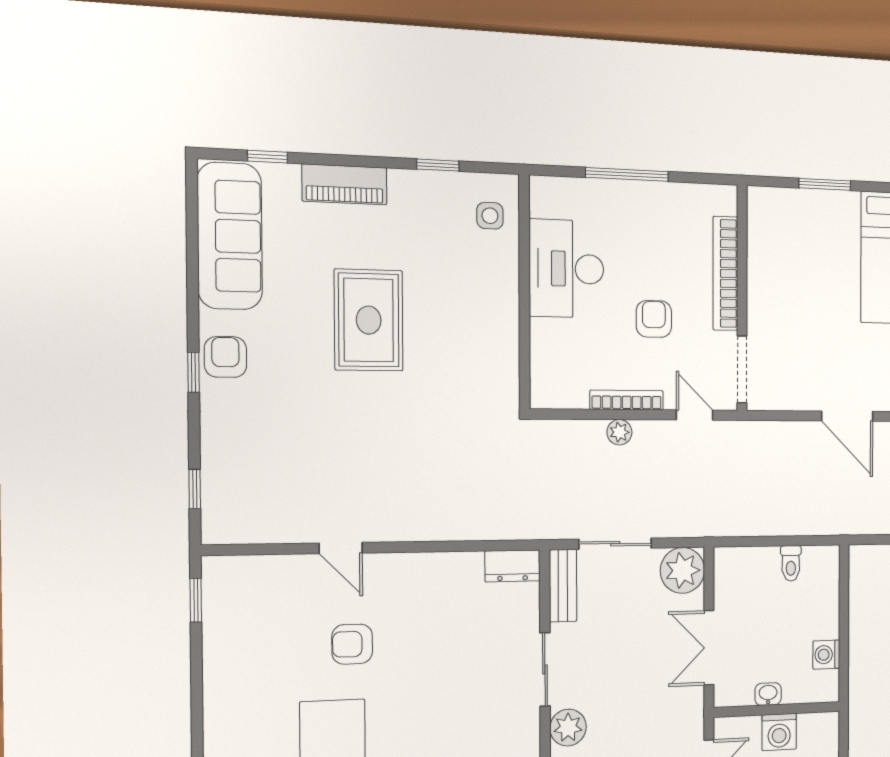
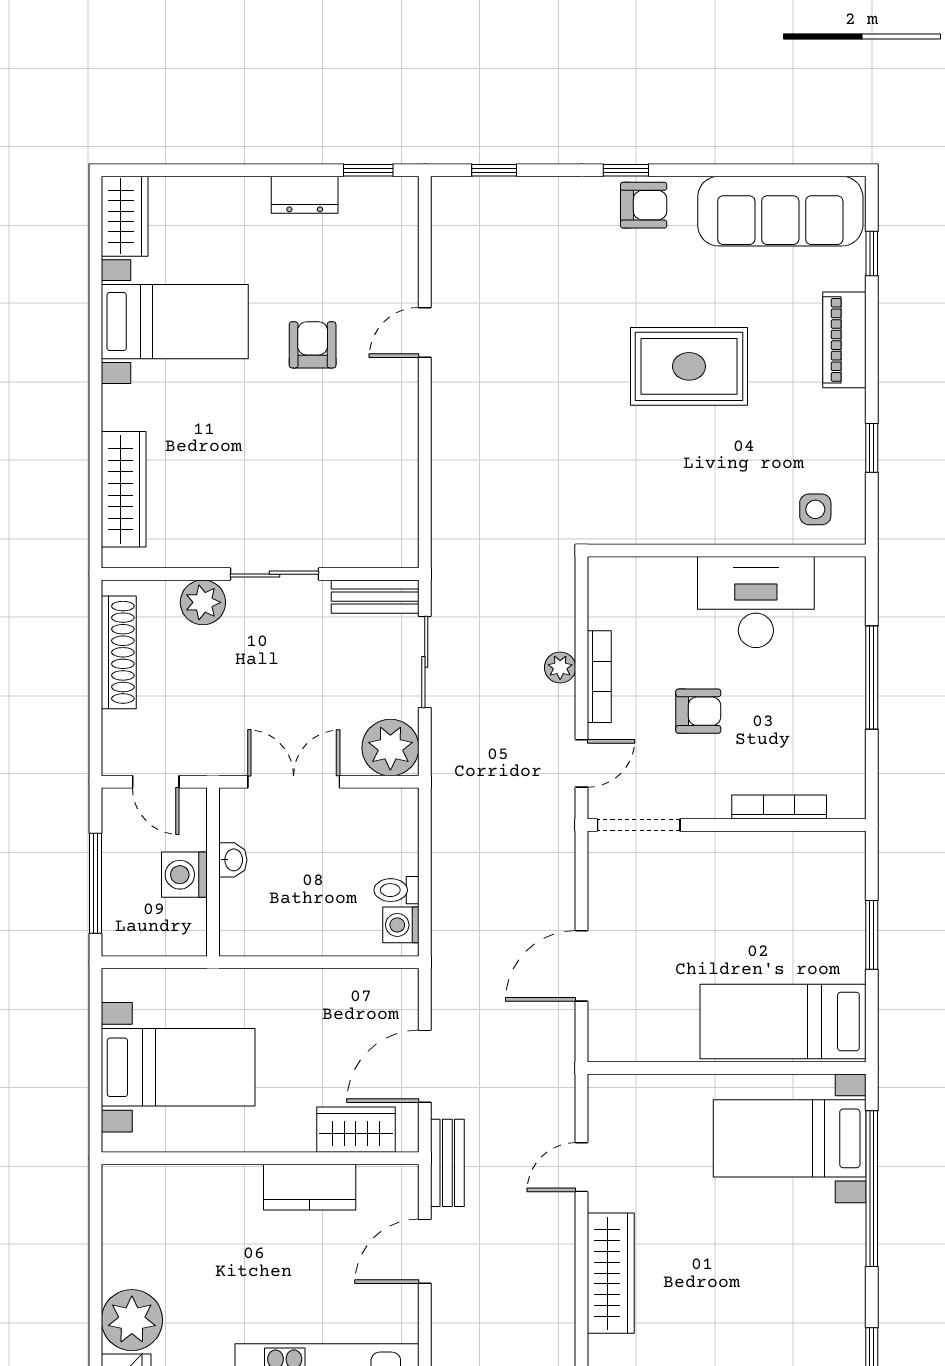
bookcase: (725, 273) -> (779, 807), width x0.68, depth x0.76
dresser: (513, 566) -> (305, 195), moved, turned -90
washing machine: (826, 655) -> (401, 925), moved, turned -90

